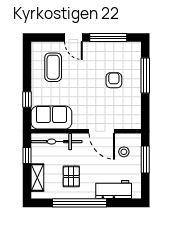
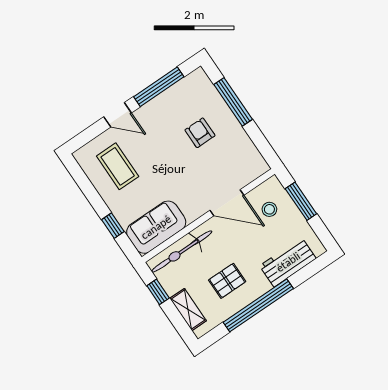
pallet: (71, 176) -> (227, 281), turned 90

